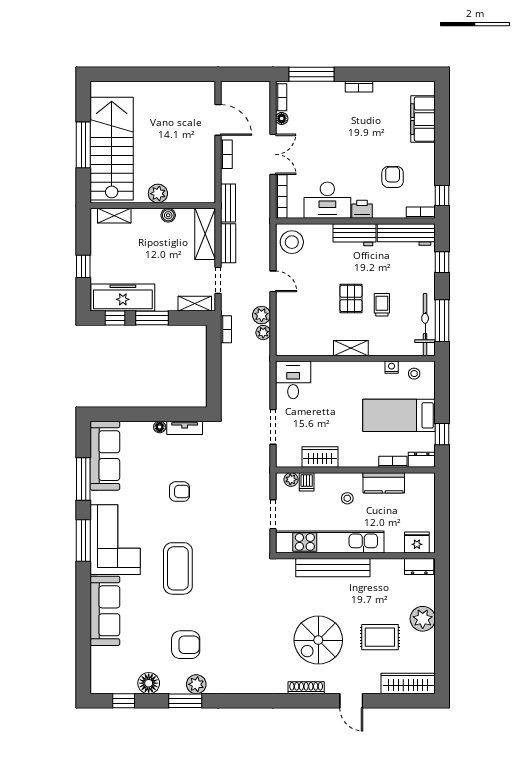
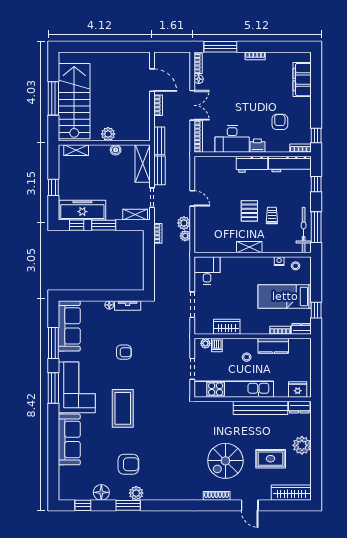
stool: (292, 242) -> (206, 170), removed
bench: (333, 568) -> (261, 408), moved

